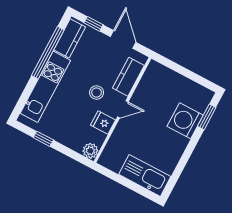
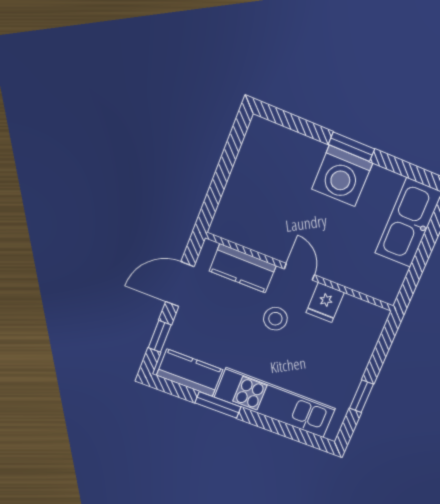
window: (48, 53) -> (218, 405), width x0.47
window: (207, 117) -> (352, 147), moved
washing machine: (185, 121) -> (342, 176), moved
plant: (90, 151) -> (374, 318), removed

